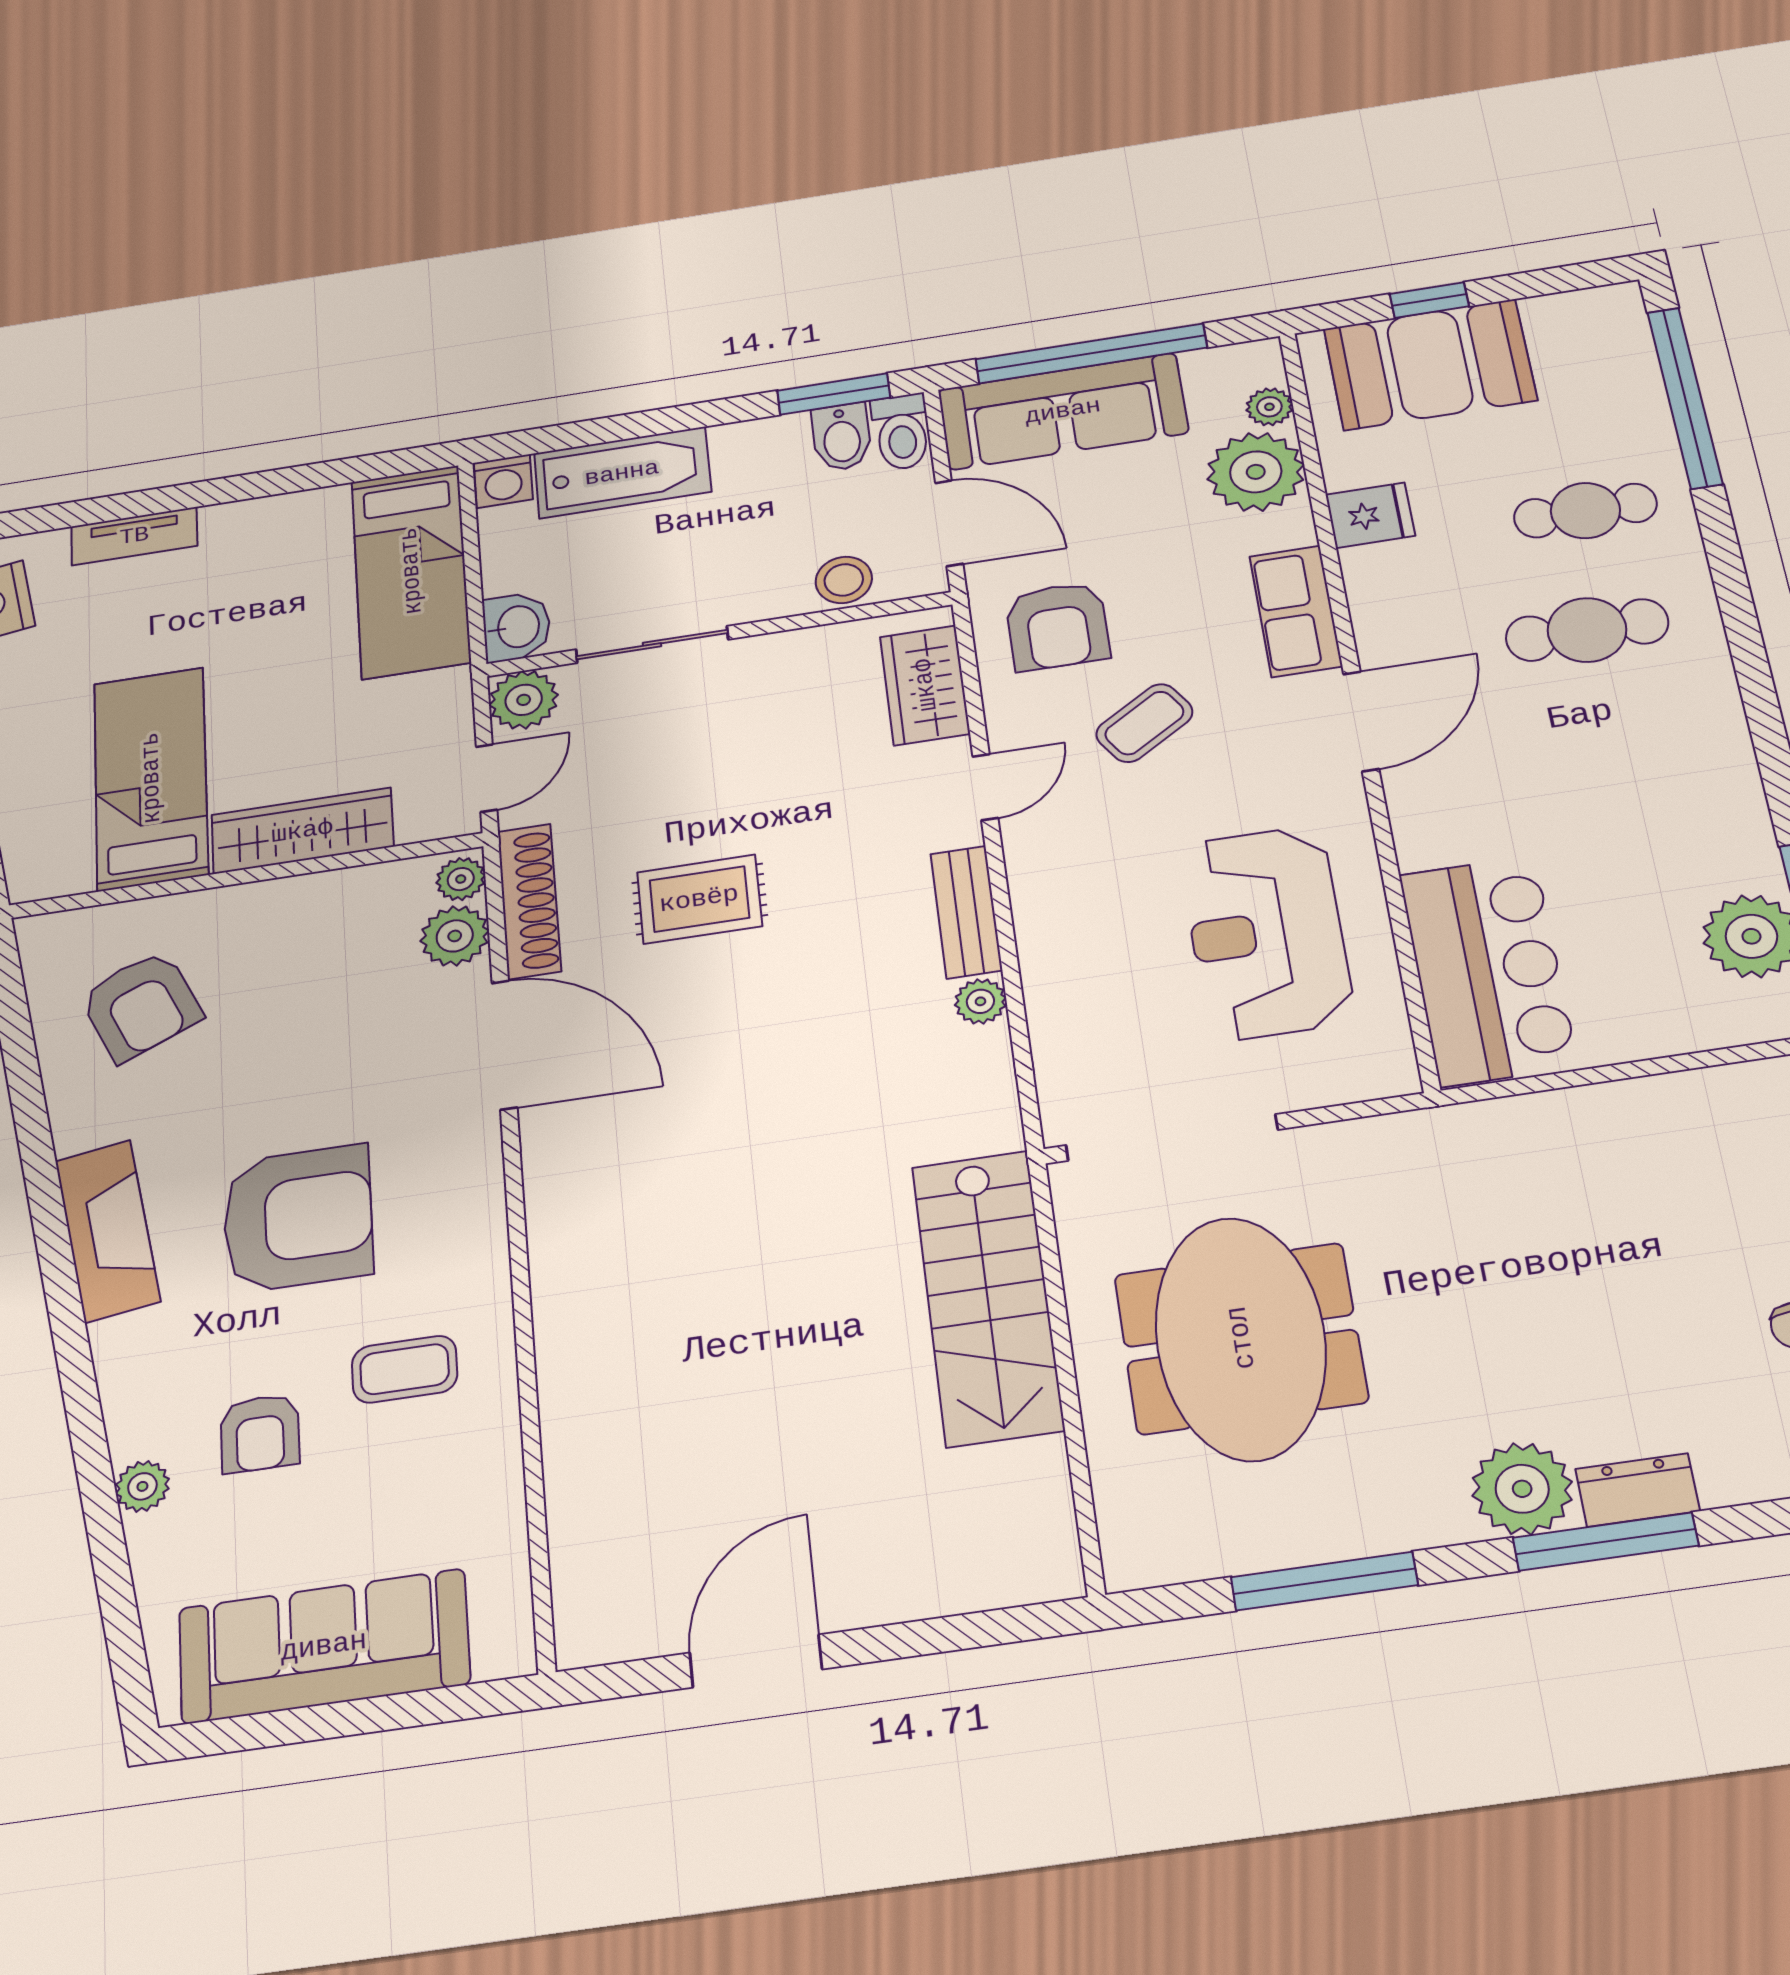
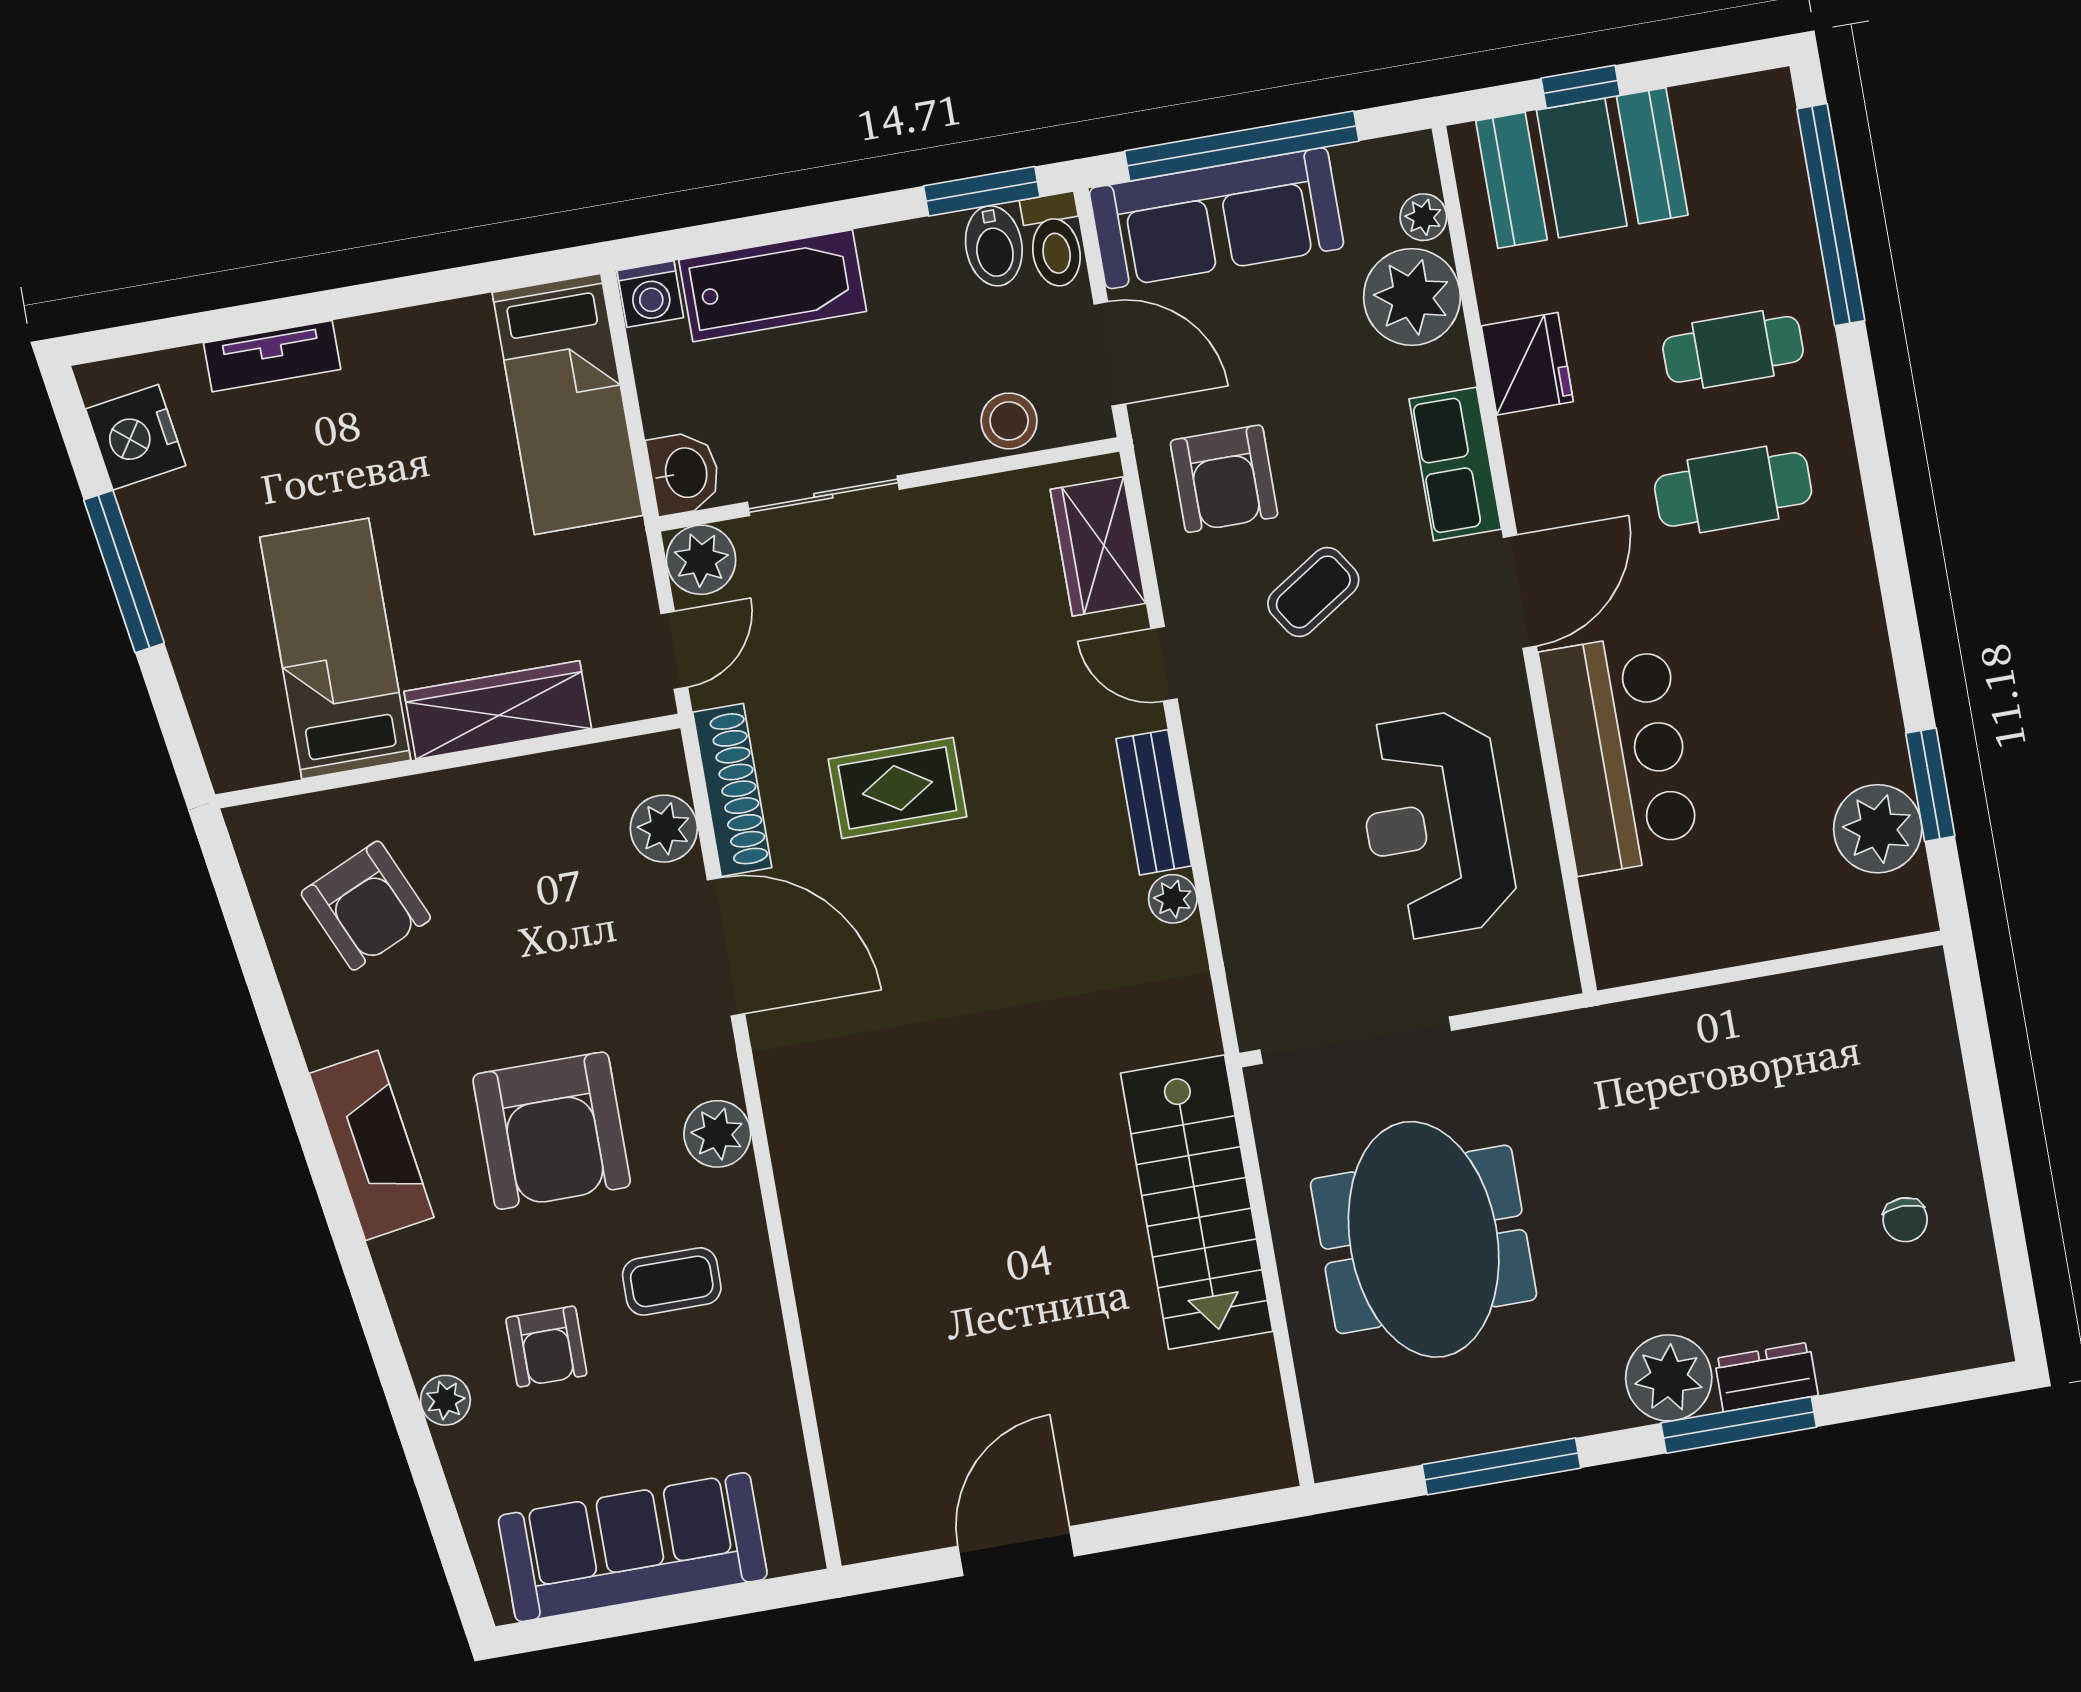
fridge: (1370, 515) -> (1527, 364), width x1.38
door: (985, 787) -> (1164, 664), swing flipped
plant: (461, 879) -> (717, 1134), moved, width x1.38, depth x1.38
bar counter: (1488, 970) -> (1620, 754), moved
armchair: (298, 1218) -> (552, 1131), turned 90

